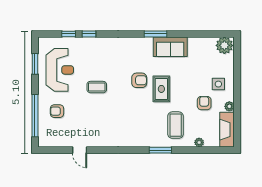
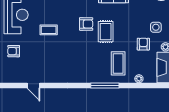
window: (160, 150) -> (105, 85), width x1.44

